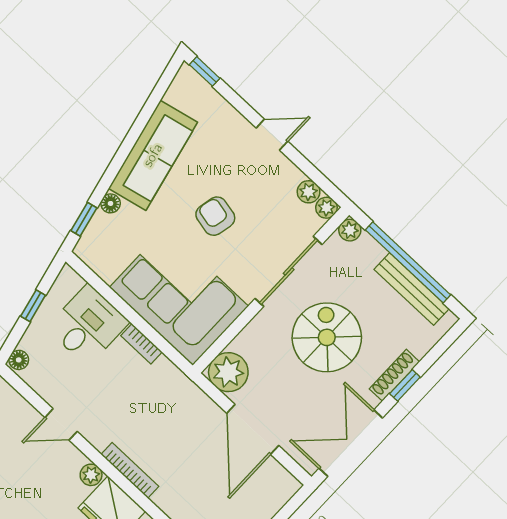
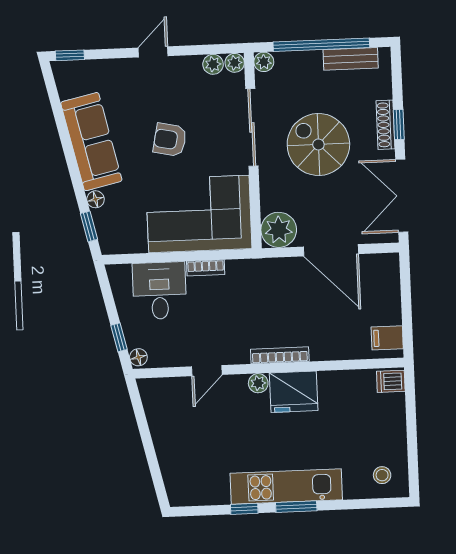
bench: (412, 289) -> (351, 59), width x0.73
window: (33, 306) -> (119, 337), moved

